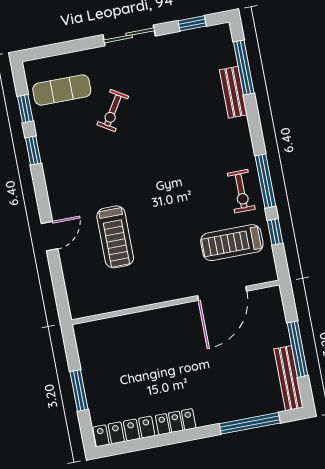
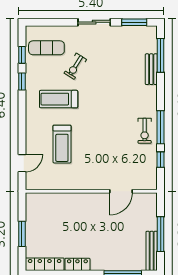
window: (192, 23) -> (134, 22), width x1.50
door: (50, 236) -> (22, 163), moved
treadmill: (232, 243) -> (59, 99), moved
door: (222, 293) -> (121, 191), width x0.73

